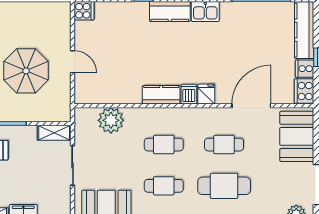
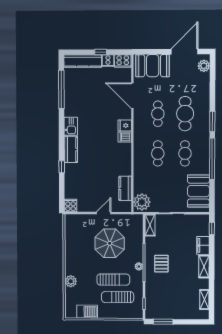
kitchen counter: (161, 95) -> (125, 188), moved
plant: (111, 120) -> (142, 202), moved

